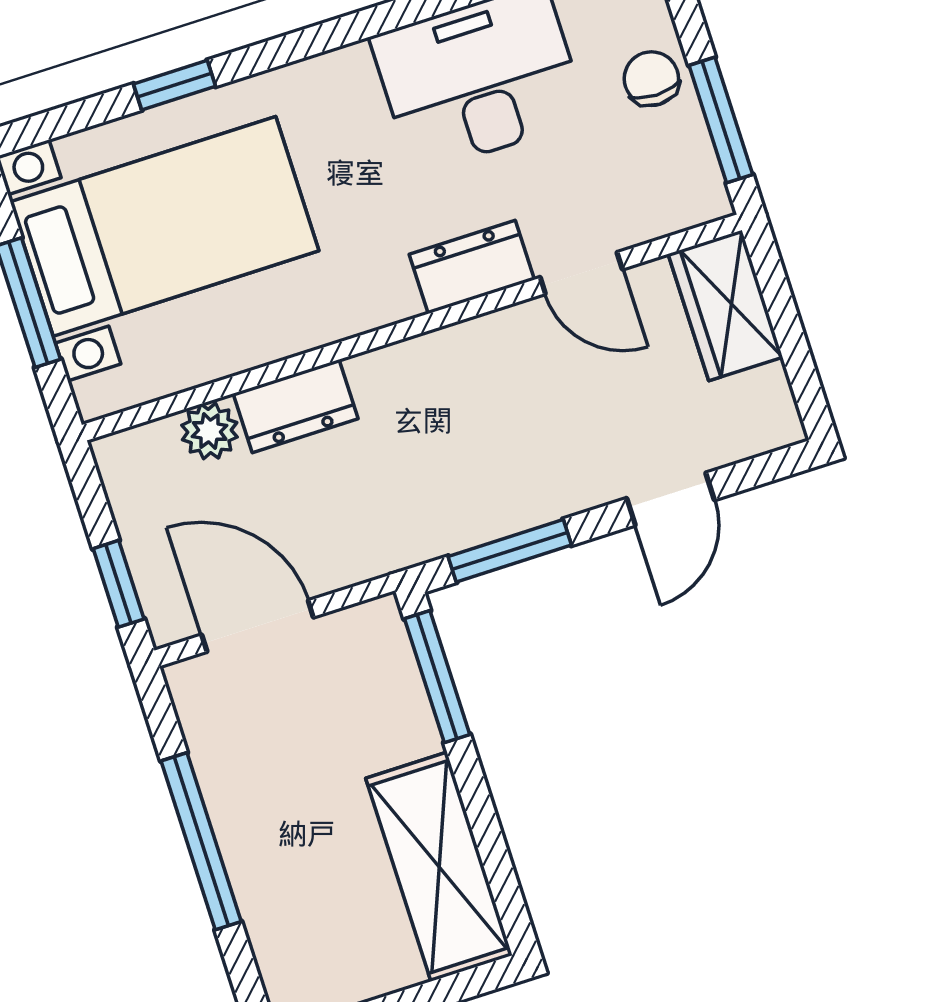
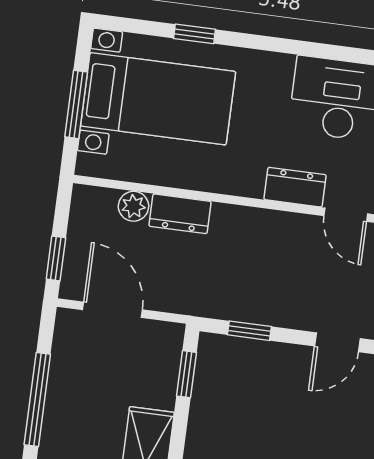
window: (510, 551) -> (249, 331), width x0.67
window: (437, 677) -> (187, 374), width x0.67

